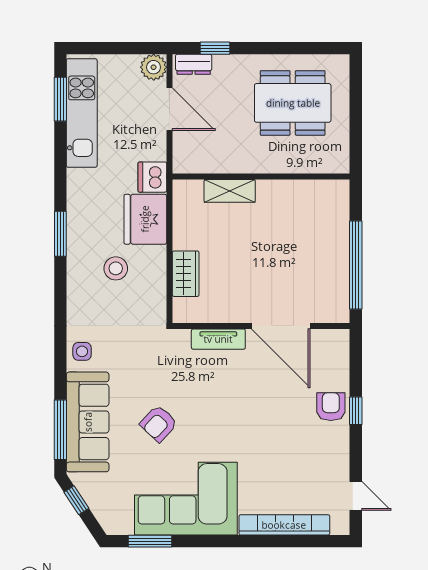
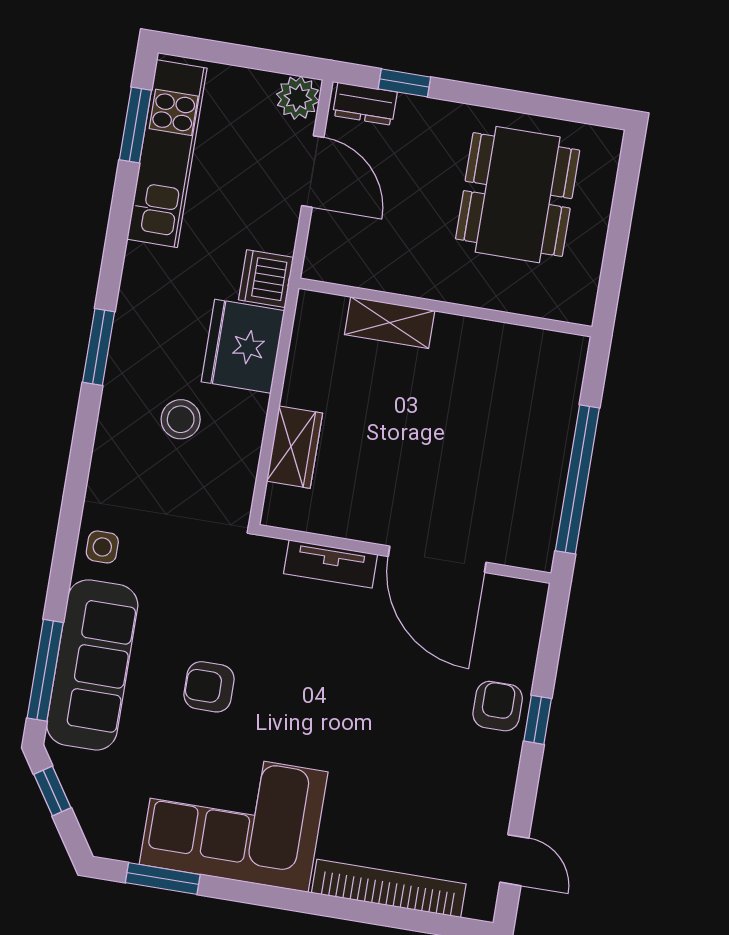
dining table: (293, 103) -> (518, 195), turned 90
armchair: (159, 423) -> (209, 687), turned 47

